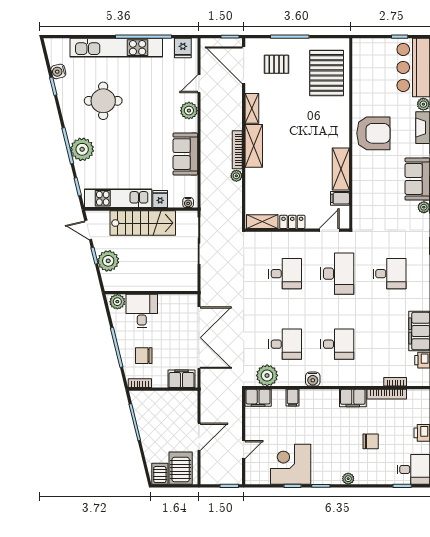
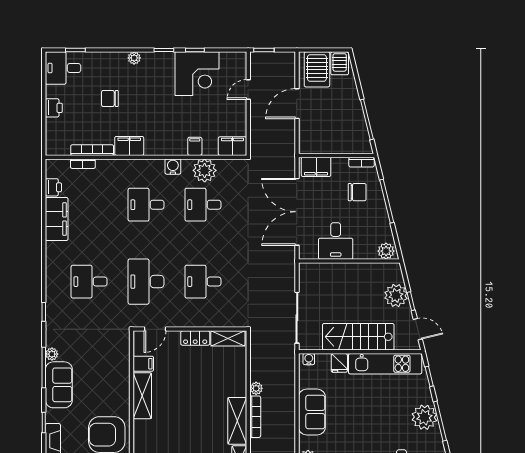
desk: (142, 311) -> (336, 241), moved
plant: (267, 375) -> (205, 170), moved

